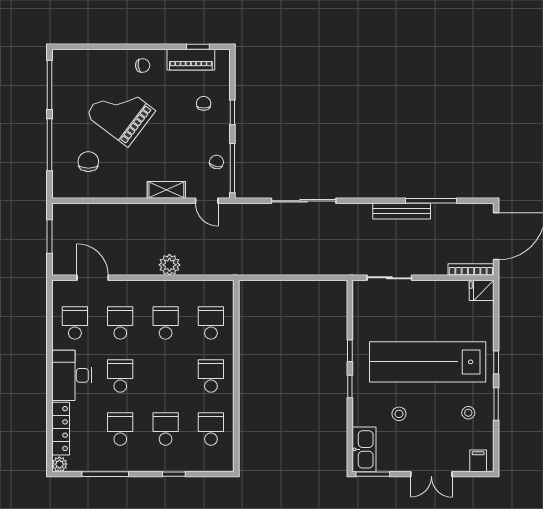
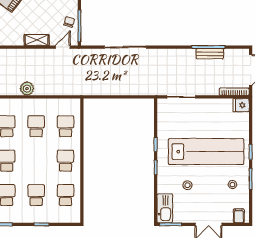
door: (207, 201) -> (63, 47), swing flipped
bench: (402, 211) -> (210, 54), moved, width x0.73
plant: (169, 265) -> (27, 89), moved
lab bench: (428, 362) -> (206, 152), turned 180

